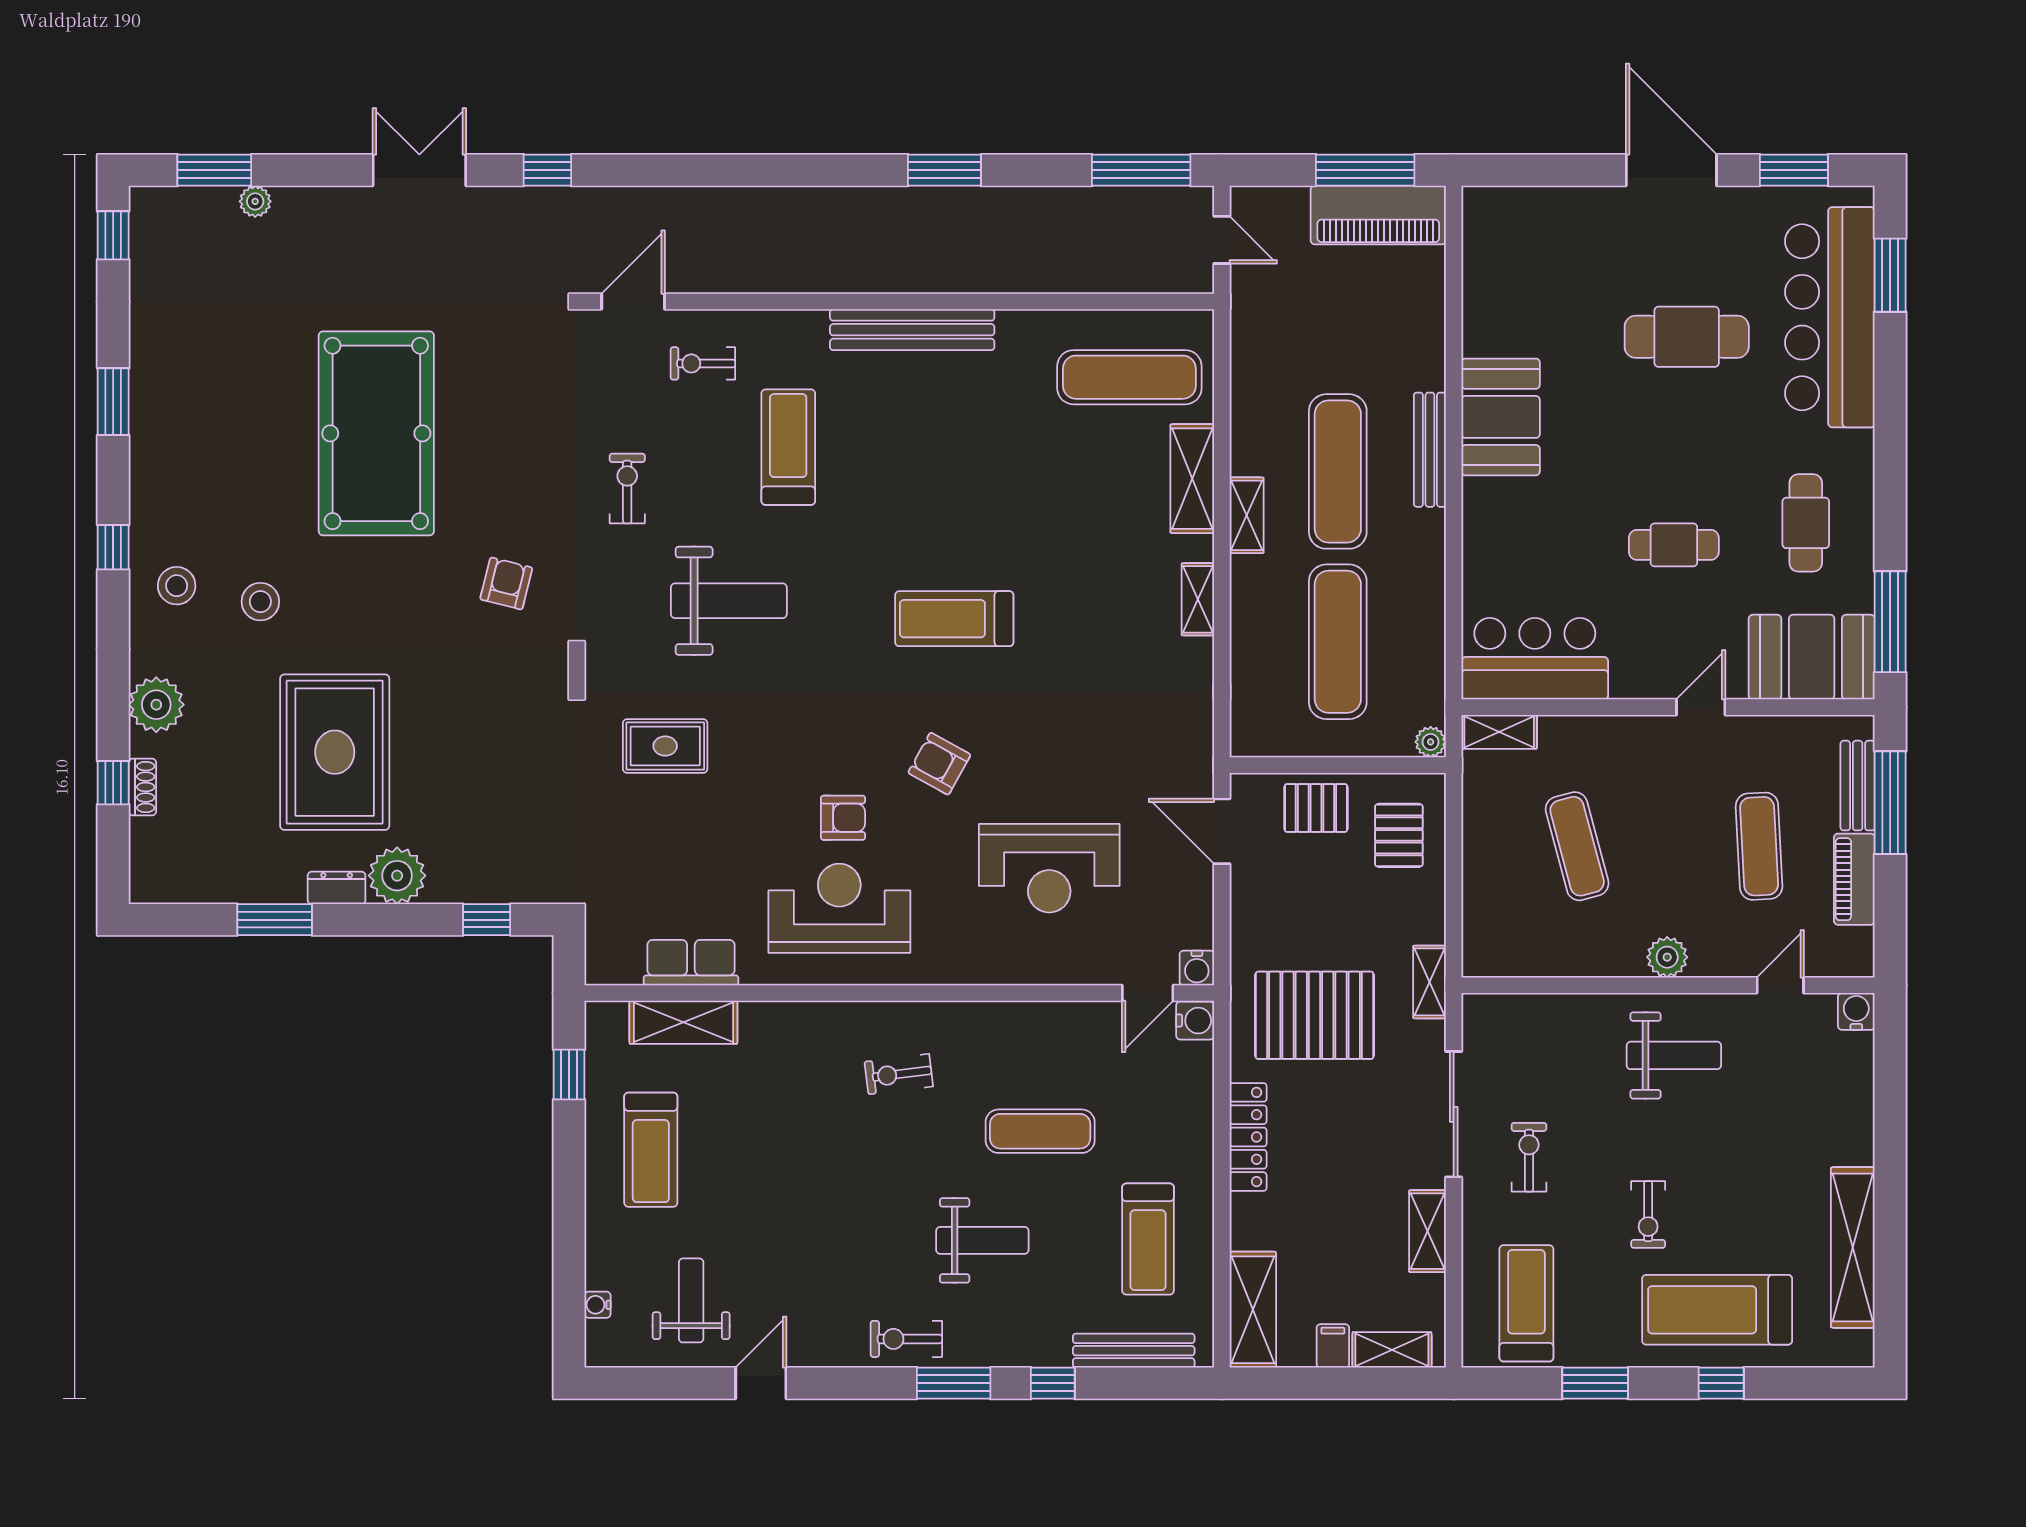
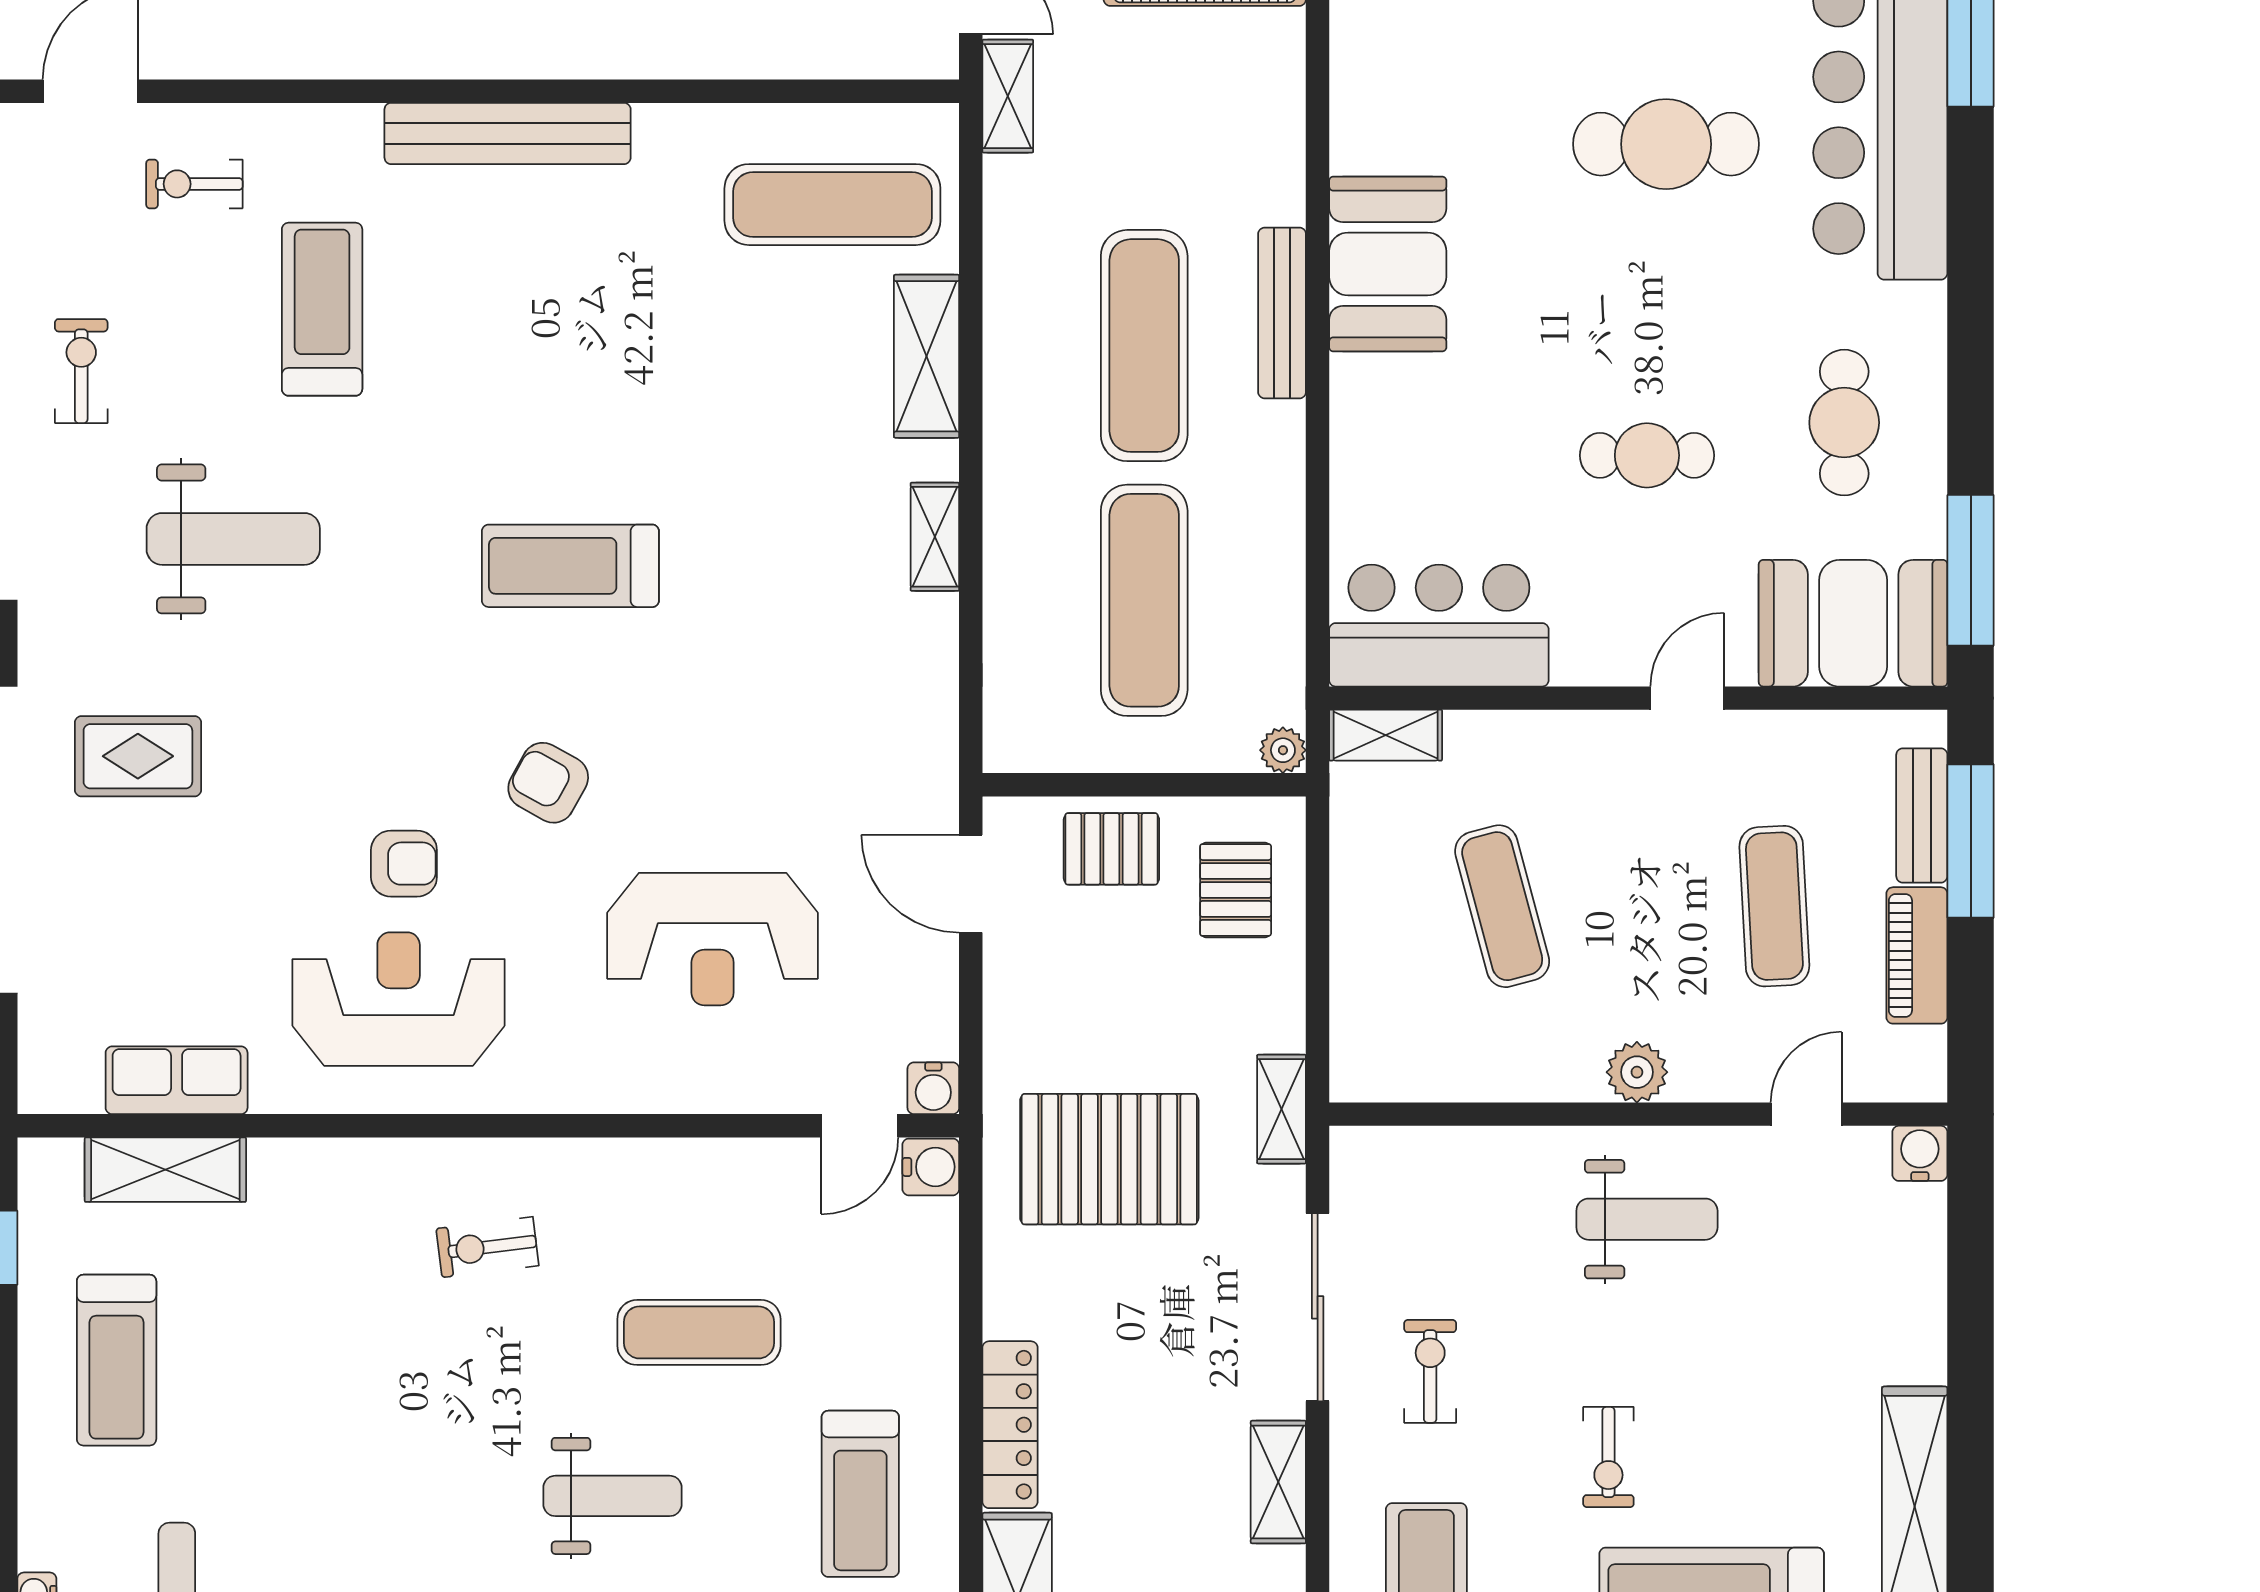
shelving: (1247, 515) -> (1008, 96), moved
locker: (1248, 1137) -> (1010, 1425), moved

